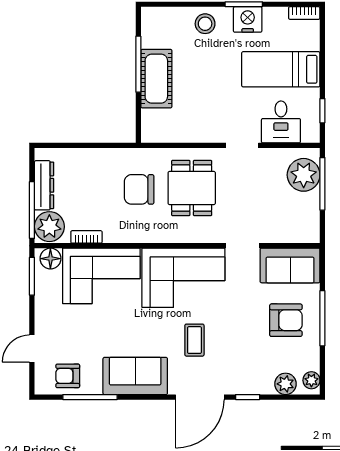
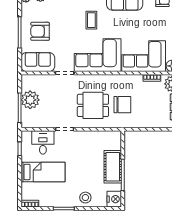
nightstand: (248, 19) -> (114, 199), moved, turned -90
plant: (304, 175) -> (30, 100), moved
dining table: (192, 188) -> (93, 105), turned 90

